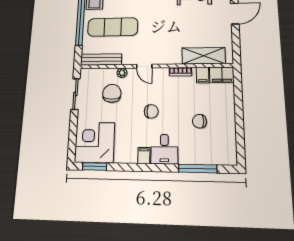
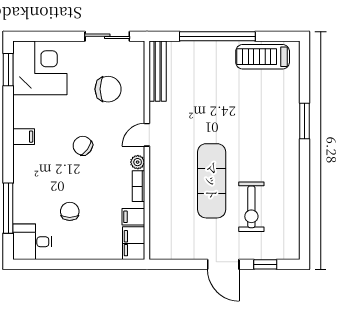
exercise mat: (113, 27) -> (212, 181), moved
shelving: (204, 56) -> (161, 219), removed
plant: (122, 73) -> (138, 162), moved
chair: (151, 111) -> (83, 146), turned 126
desk: (164, 149) -> (32, 242), moved

